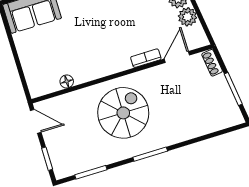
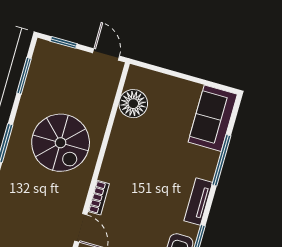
floor lamp: (67, 81) -> (133, 104), width x1.89, depth x1.89
door: (36, 121) -> (106, 54), swing flipped

